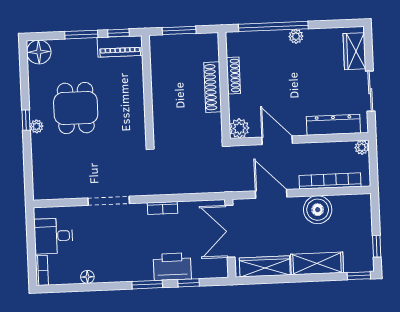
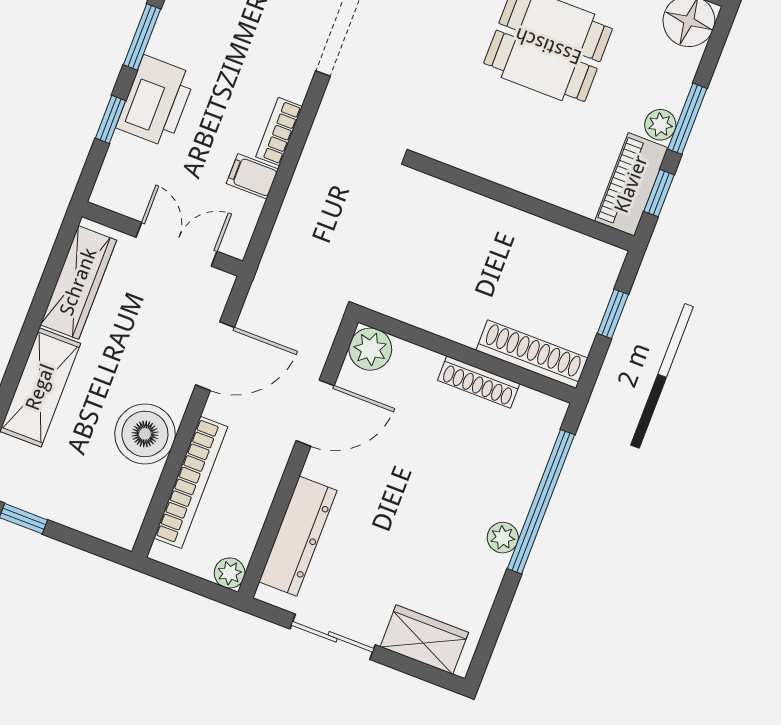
window: (179, 30) -> (613, 314), width x0.67
plant: (89, 45) -> (660, 125), added
shoe rack: (213, 87) -> (532, 354), moved
filing cabinet: (187, 211) -> (252, 176), added
double door: (230, 231) -> (177, 244), width x0.73

